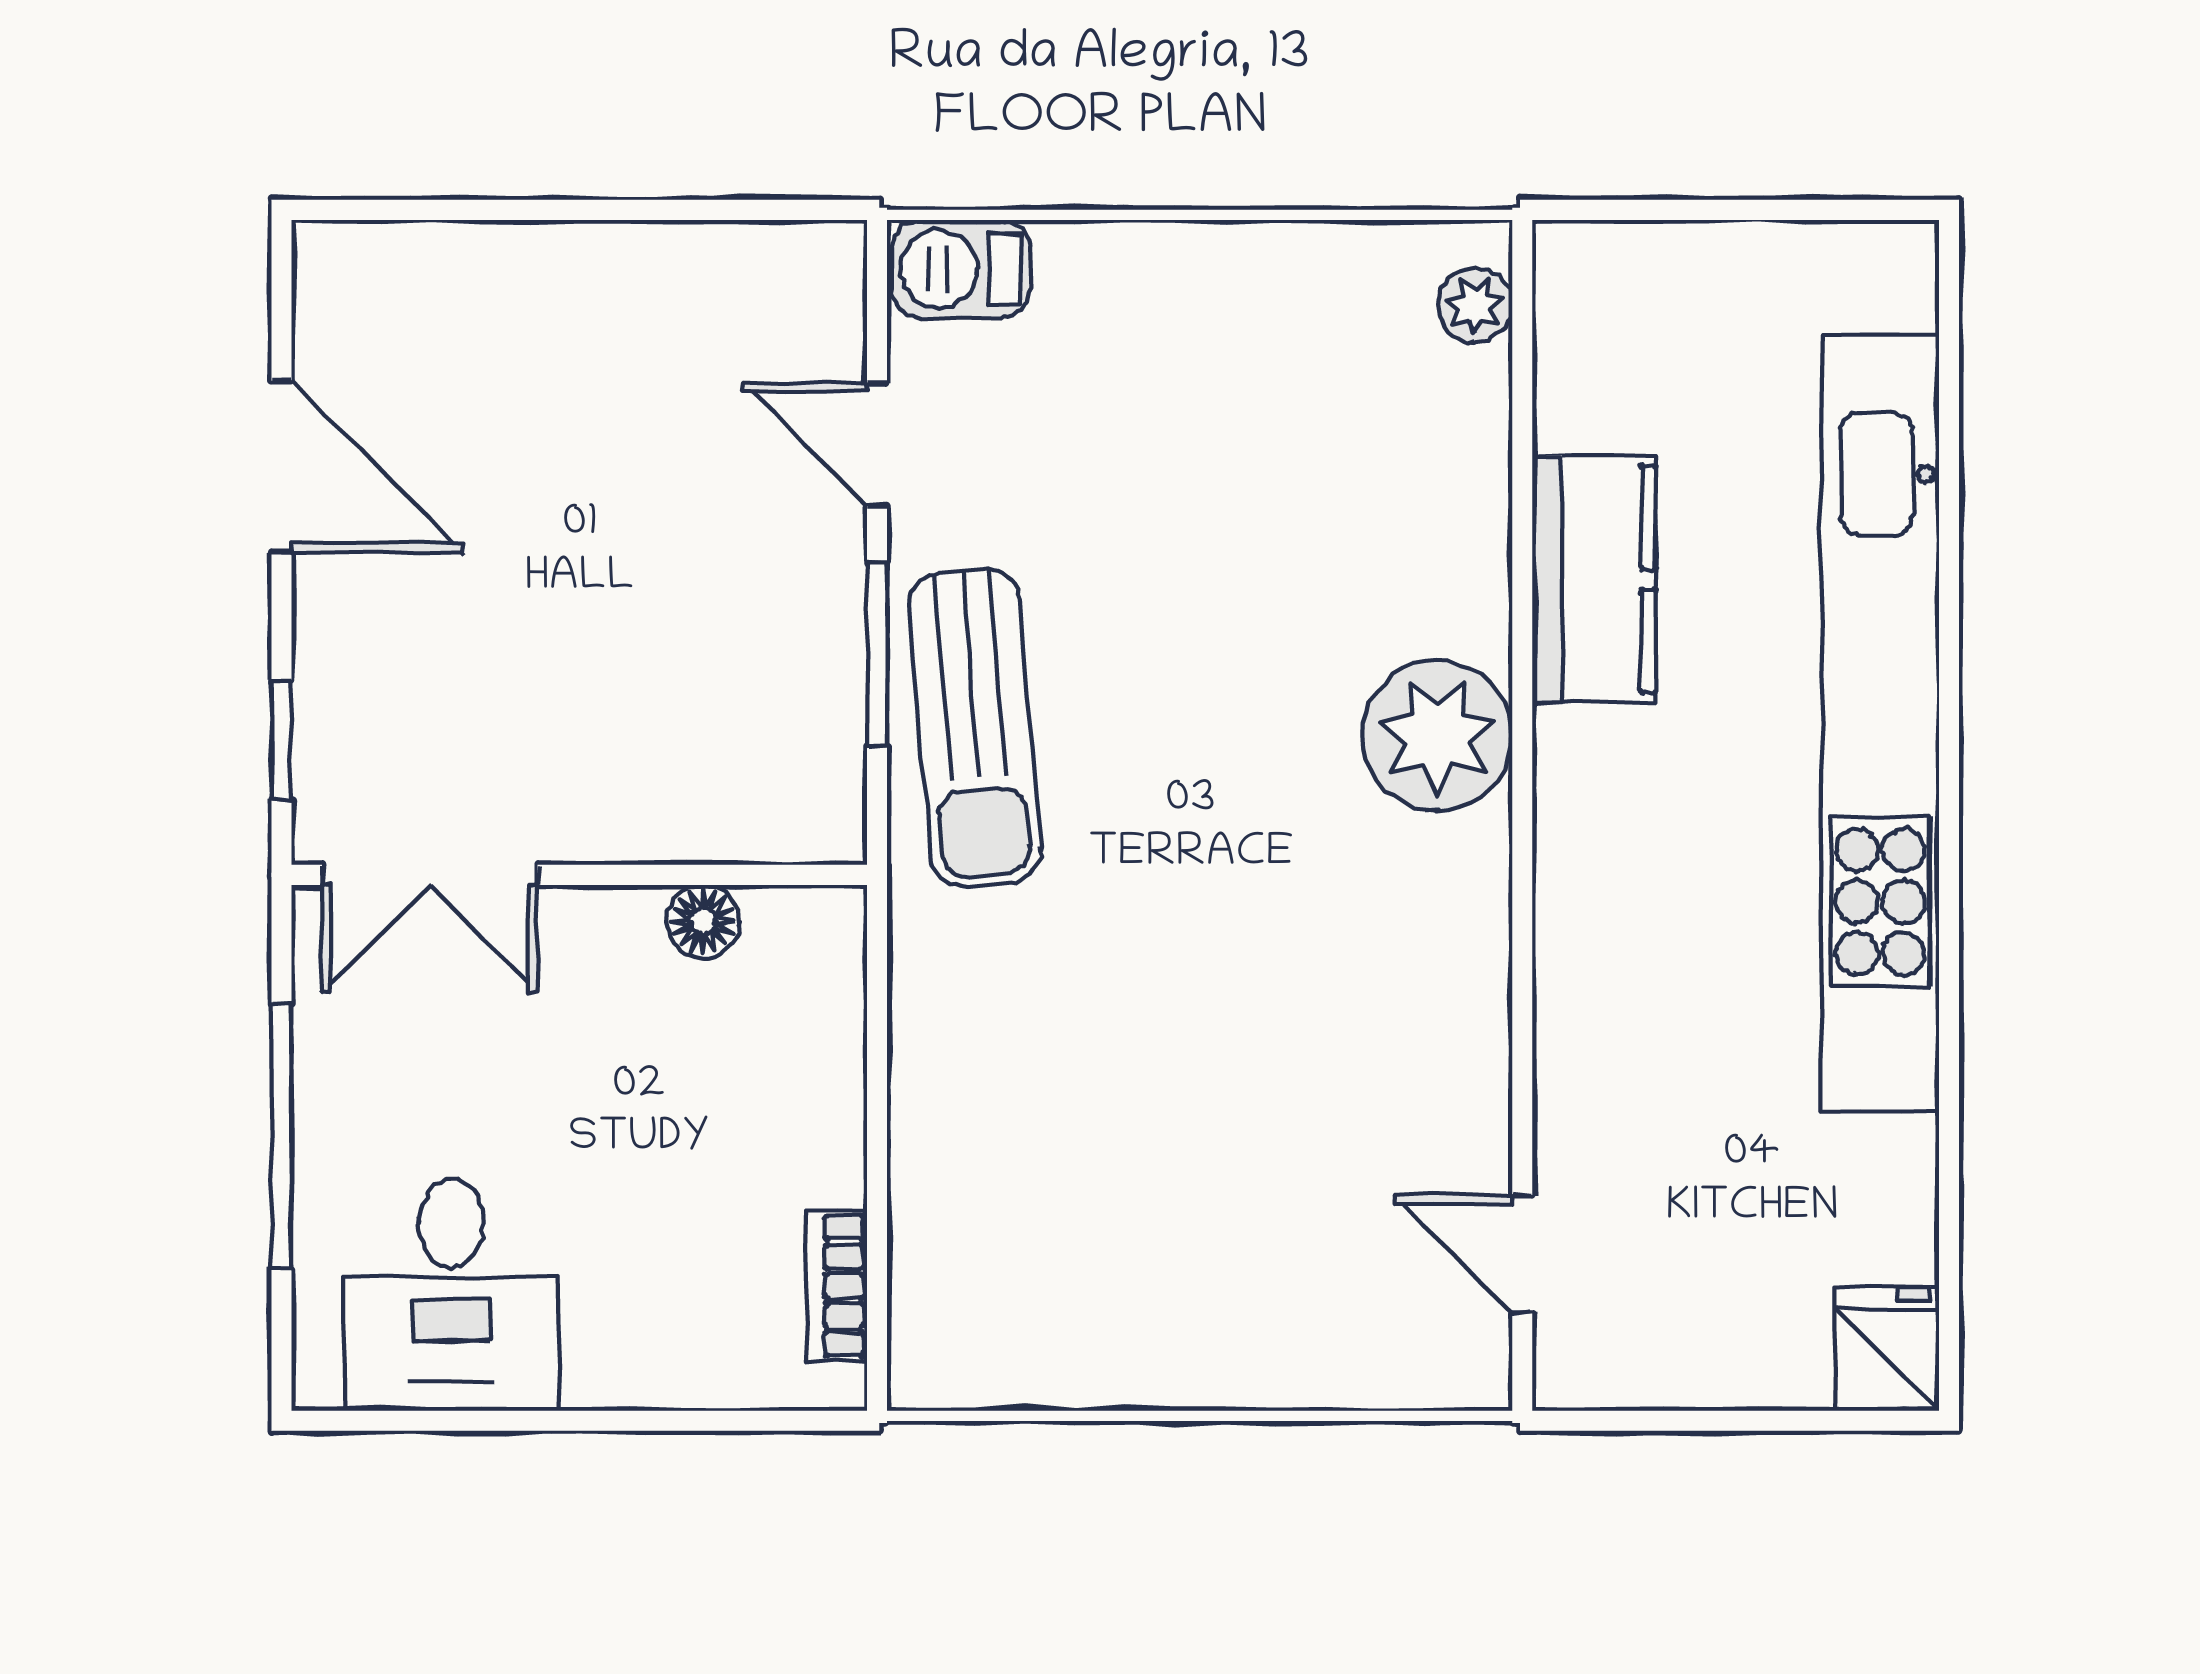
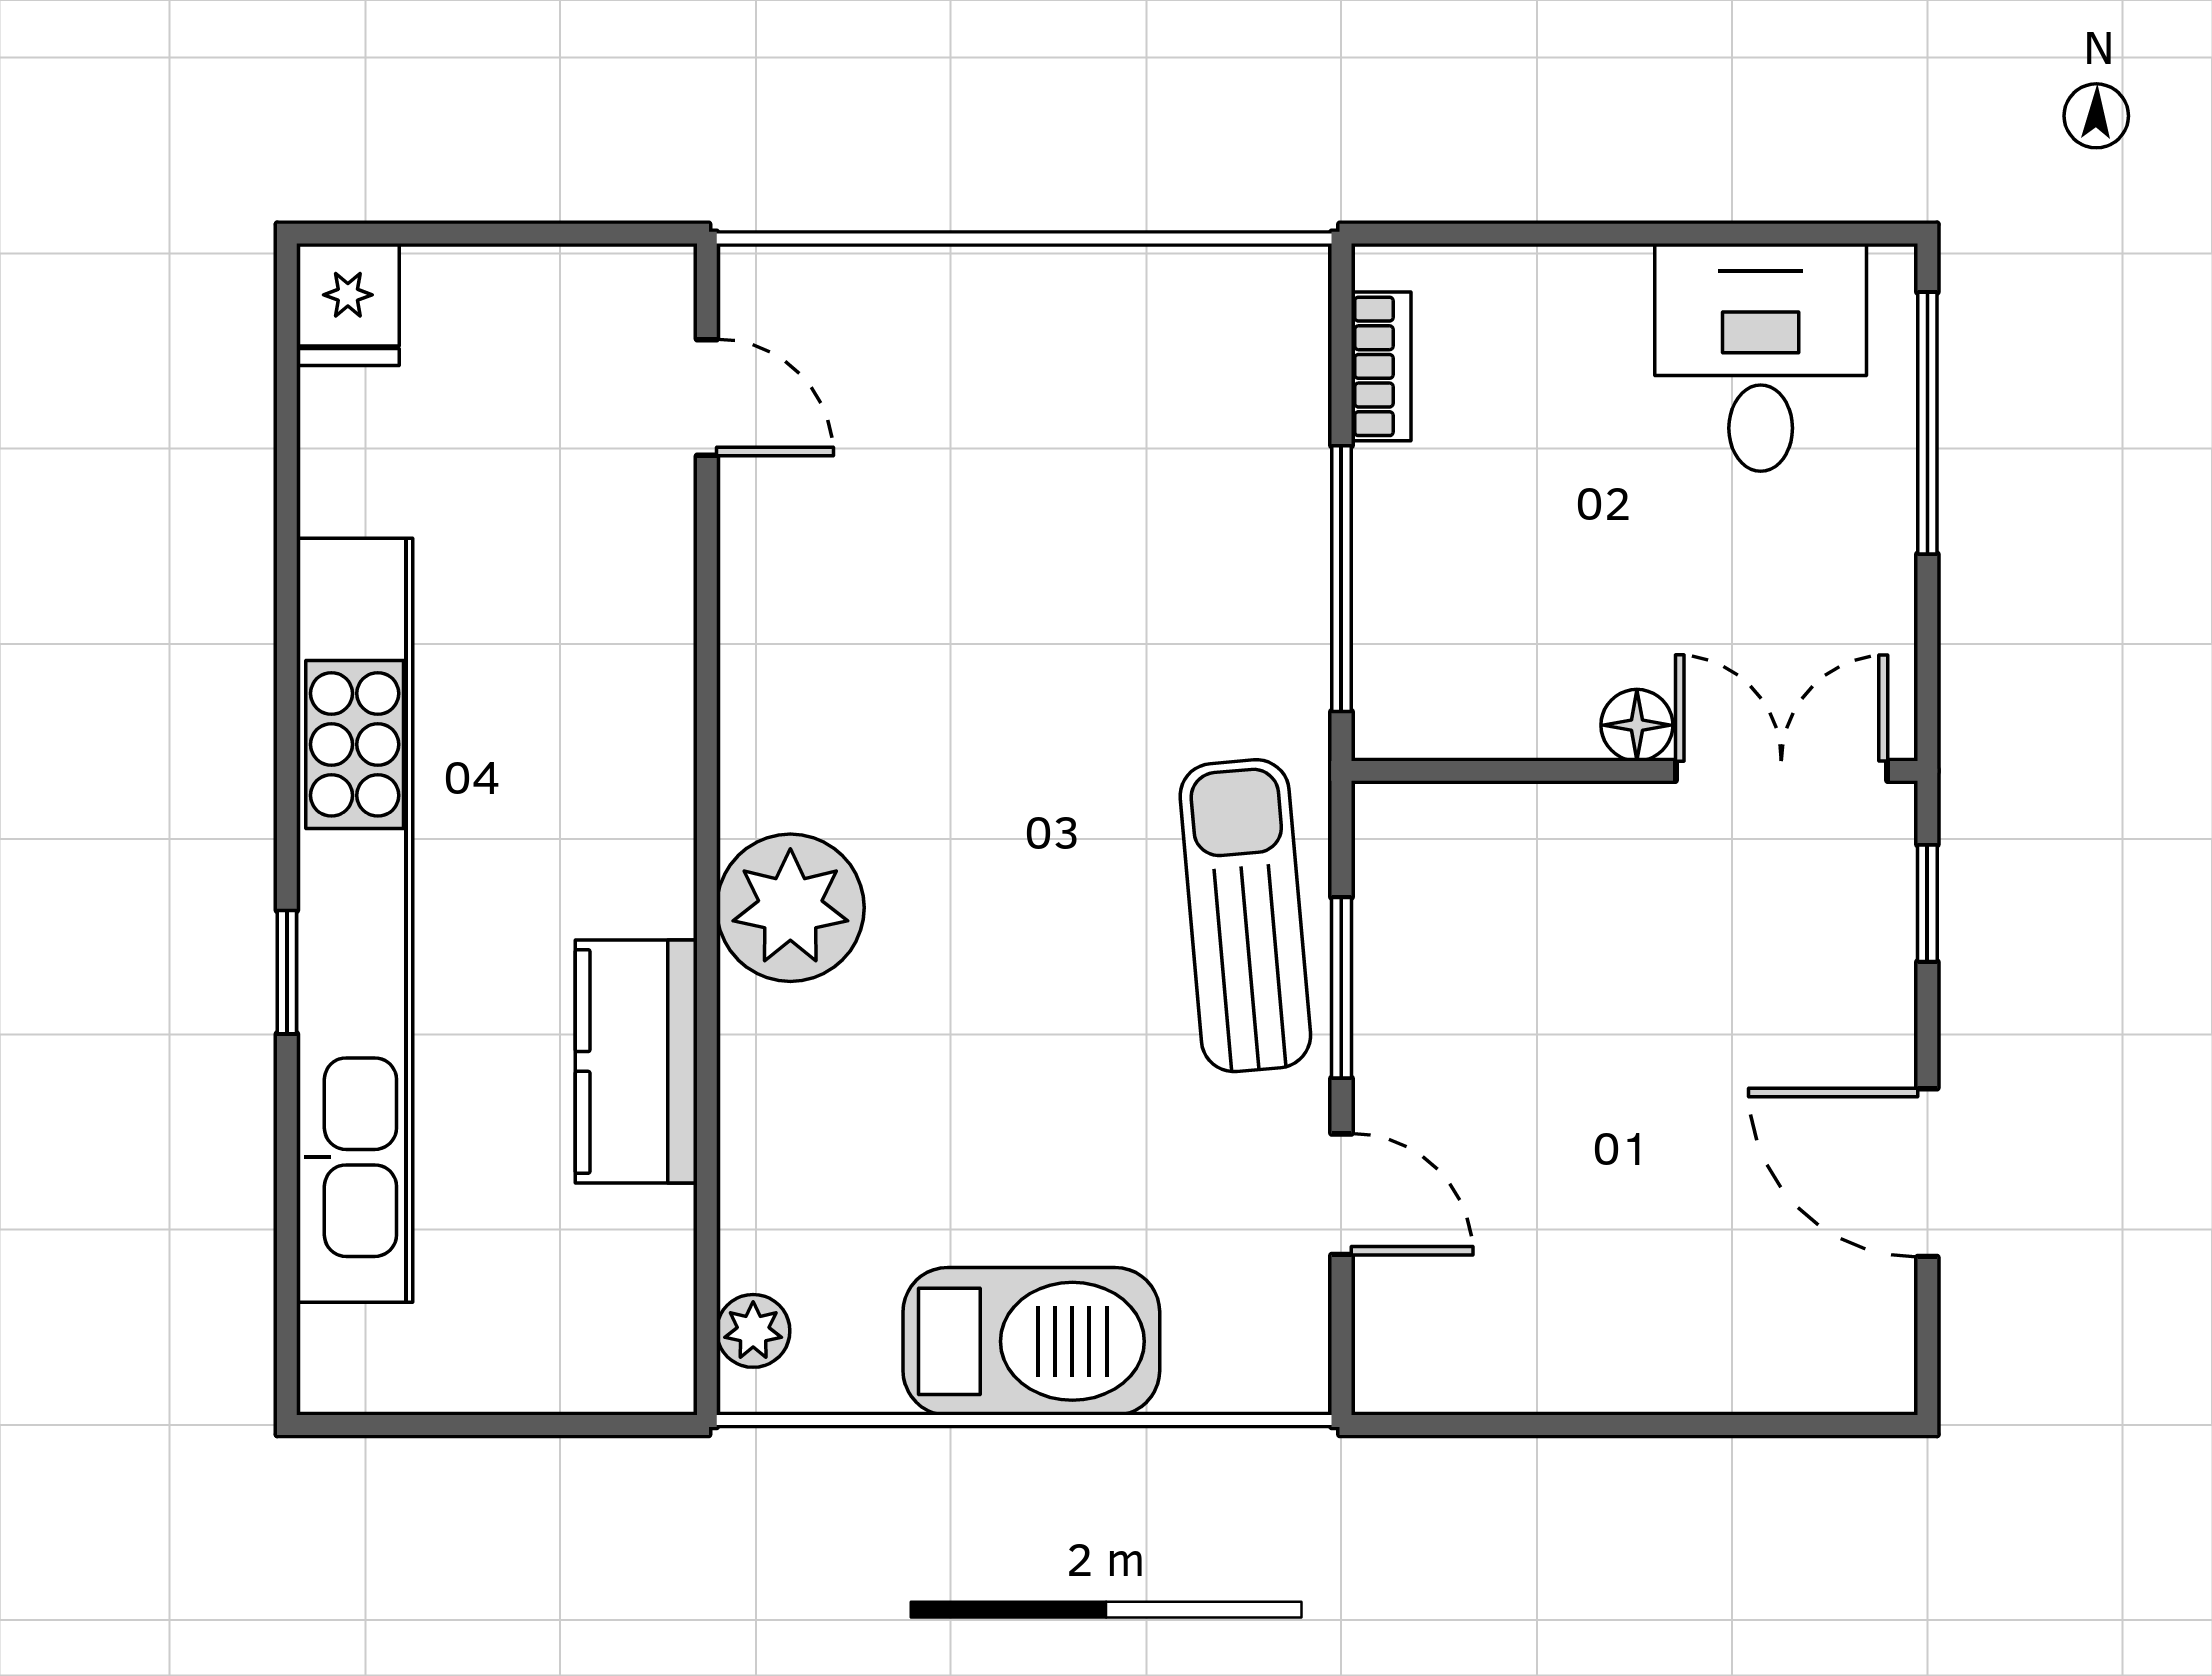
barbecue: (961, 269) -> (1031, 1341), moved, width x1.88, depth x1.53
window: (1949, 670) -> (287, 972), added
floor lamp: (703, 921) -> (1637, 725), moved
window: (877, 1070) -> (1341, 579), added
window: (282, 1136) -> (1927, 423), moved

